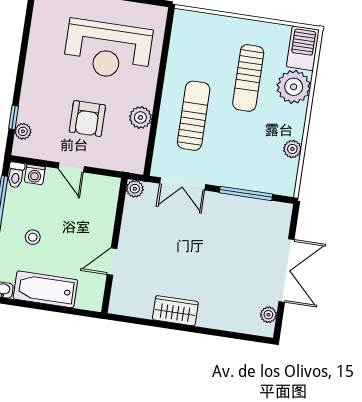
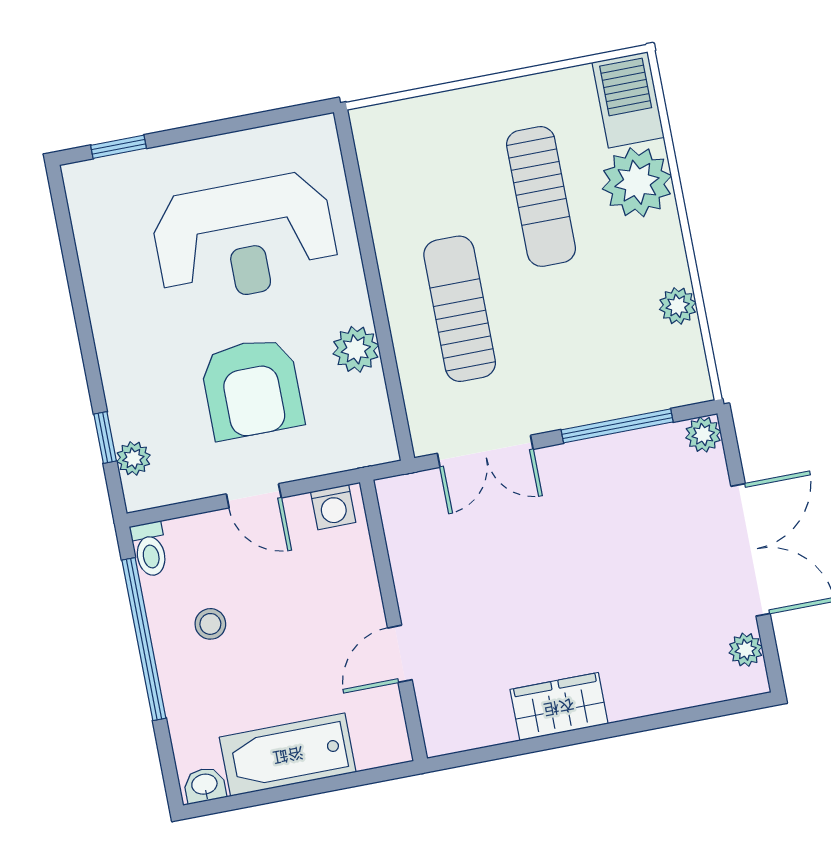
armchair: (87, 119) -> (252, 388), width x1.36, depth x1.36
washing machine: (35, 174) -> (333, 507), moved
plant: (135, 189) -> (703, 434), moved
stool: (33, 237) -> (210, 624), moved

